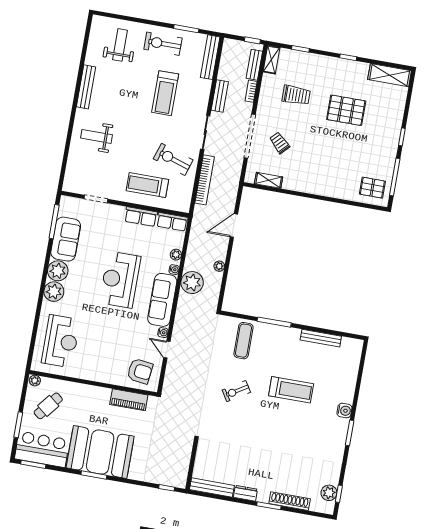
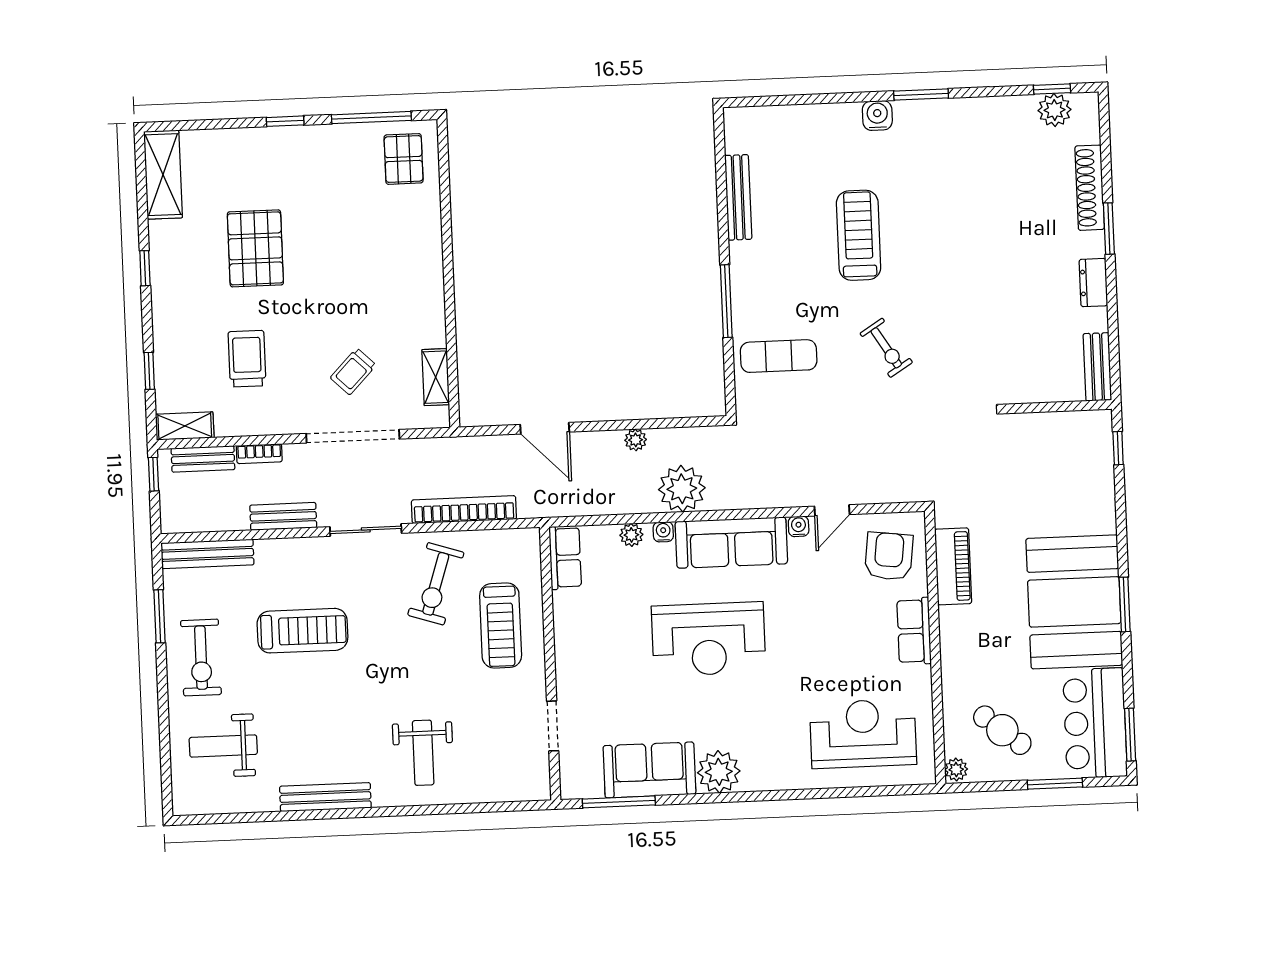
row of seats: (141, 217) -> (914, 631), moved, turned 180
plant: (54, 292) -> (763, 771), removed
bench: (212, 488) -> (1097, 367), width x0.73

